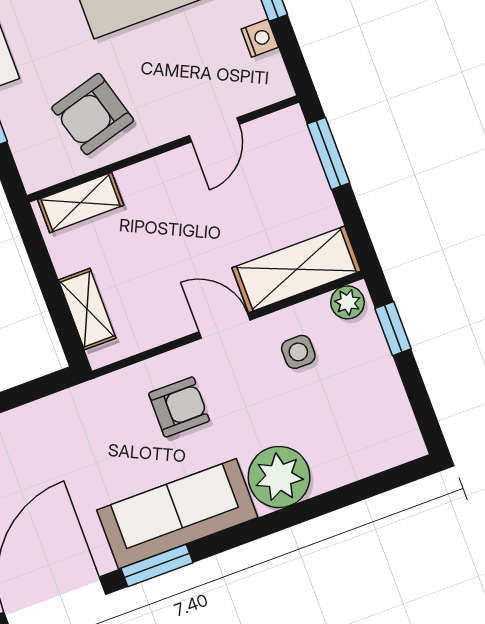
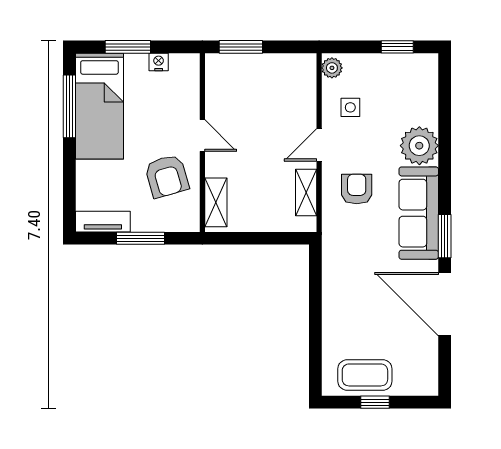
door: (214, 130) -> (202, 136), moved
shelving: (297, 269) -> (302, 91), removed
shelving: (87, 309) -> (306, 193), moved, turned 90
window: (393, 329) -> (397, 47), moved

